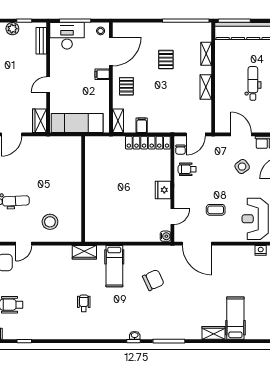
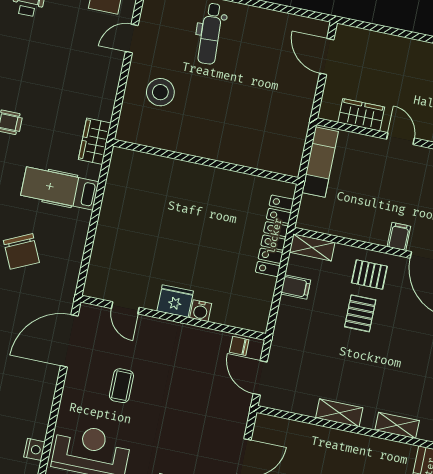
pallet: (166, 60) -> (360, 313), moved, turned 90
wardrobe: (39, 121) -> (361, 115), moved
exam couch: (77, 123) -> (320, 162), width x0.73, depth x0.69
locker: (148, 143) -> (275, 236), moved
side table: (242, 167) -> (187, 447), removed
wheelchair: (187, 169) -> (203, 350), removed
water cooler: (166, 236) -> (201, 311), moved
door: (24, 244) -> (132, 39), hinge flipped

